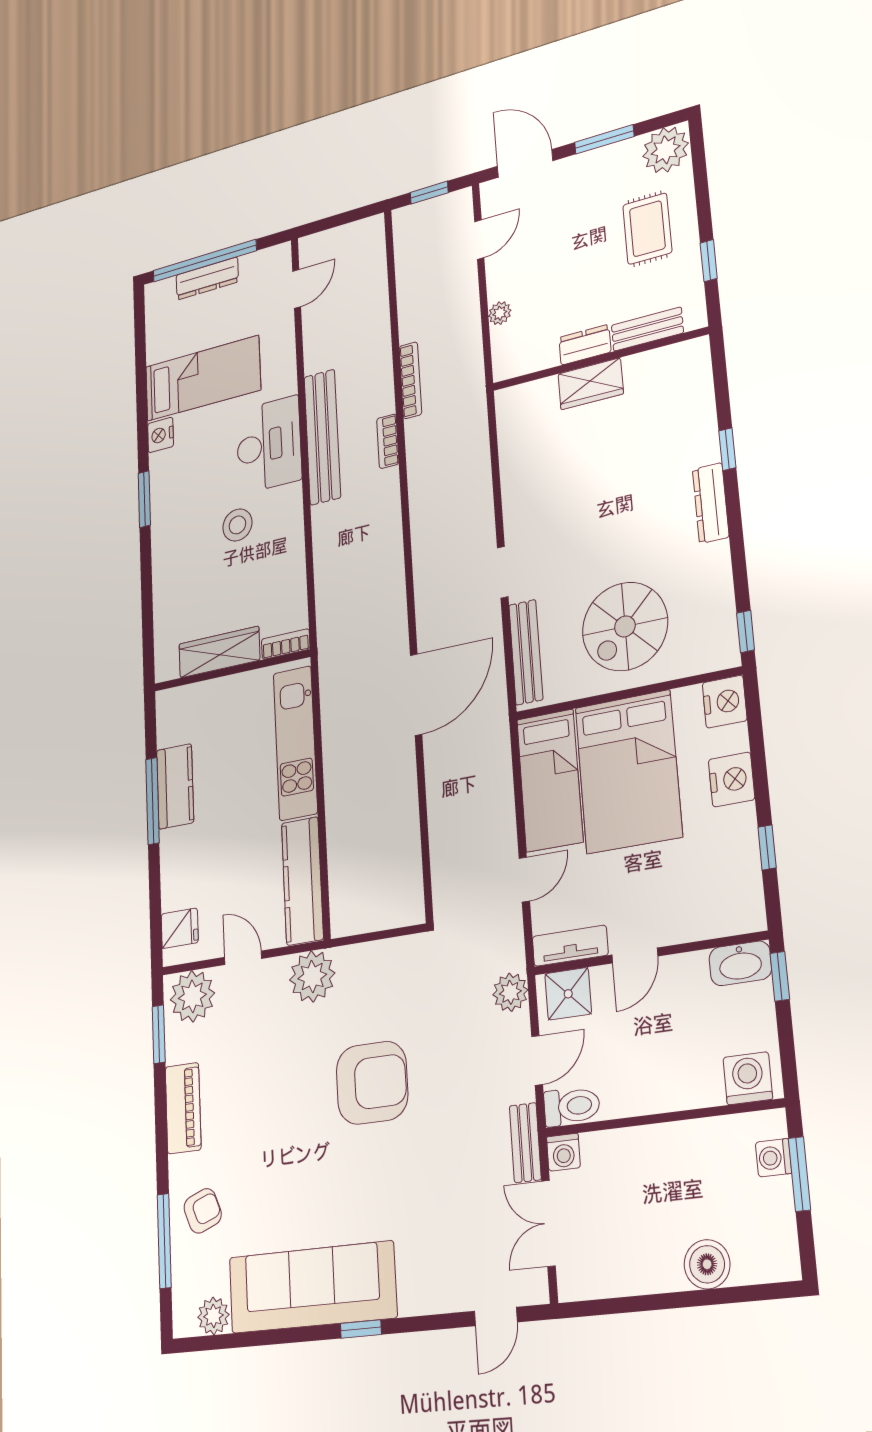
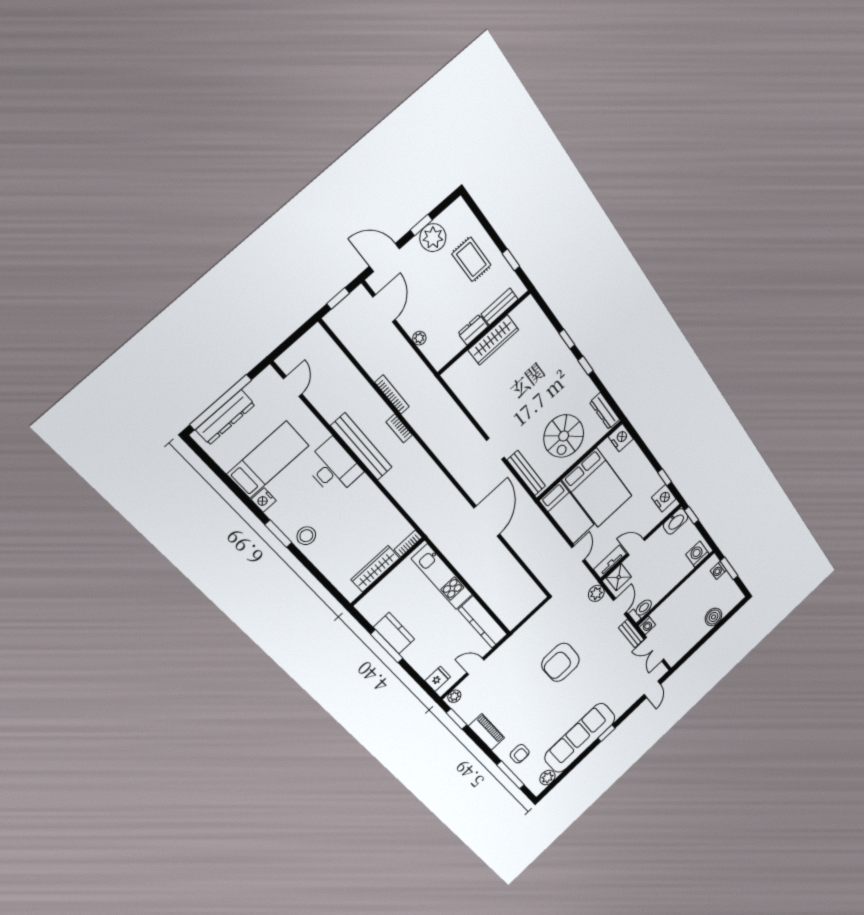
window: (604, 139) -> (421, 225), width x0.67
plant: (666, 150) -> (433, 238), moved
door: (479, 240) -> (384, 308), width x1.38
dresser: (207, 278) -> (225, 417), width x1.37, depth x1.24
wardrobe: (591, 384) -> (493, 340), width x1.50
dresser: (711, 503) -> (605, 411), moved
stool: (237, 525) -> (306, 536), moved
window: (746, 631) -> (586, 366), moved
nightstand: (732, 780) -> (664, 498), moved
door: (635, 956) -> (636, 547), swing flipped
plant: (312, 976) -> (511, 649), removed
plant: (192, 996) -> (454, 696), width x0.53, depth x0.53
armchair: (372, 1083) -> (561, 662), turned 180
armchair: (203, 1211) -> (520, 754), turned 111

